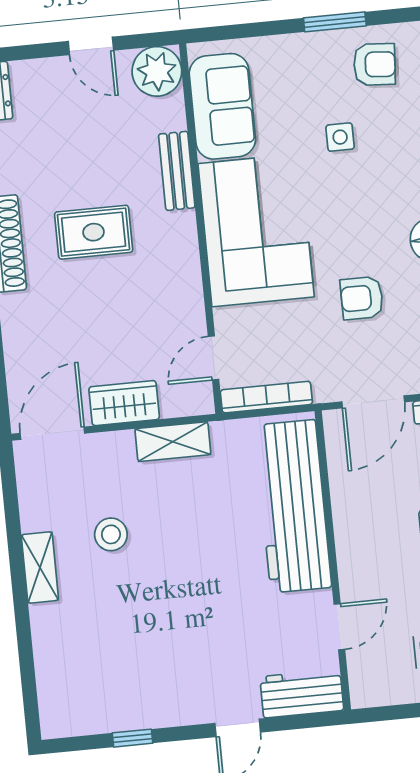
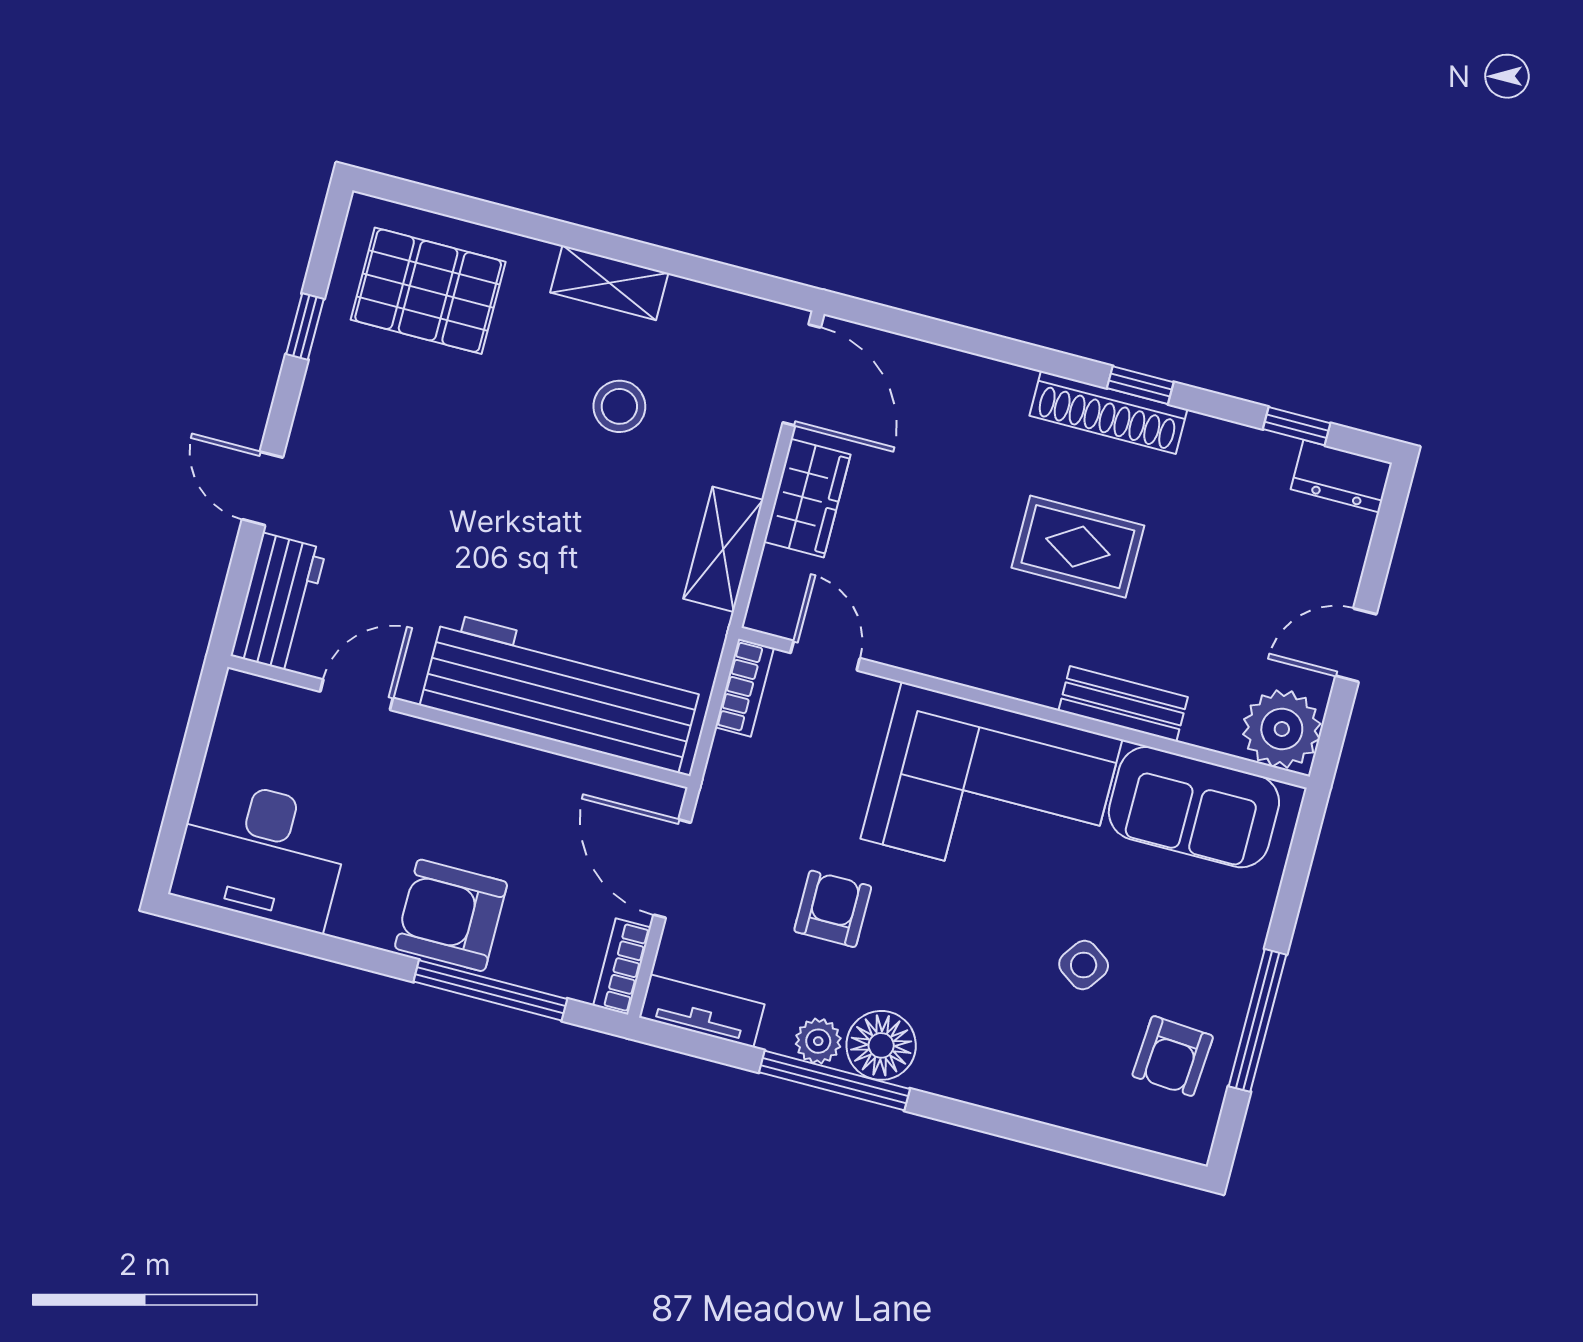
window: (335, 22) -> (1258, 1020), width x1.44
side table: (340, 137) -> (1084, 965), turned 35
rug: (94, 232) -> (1078, 547), turned 90
bookcase: (266, 397) -> (744, 688), width x0.64
door: (339, 627) -> (357, 695), swing flipped
pallet: (84, 673) -> (428, 291), added

